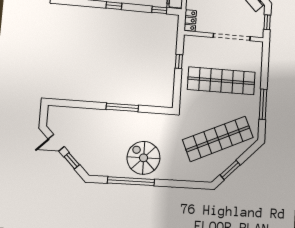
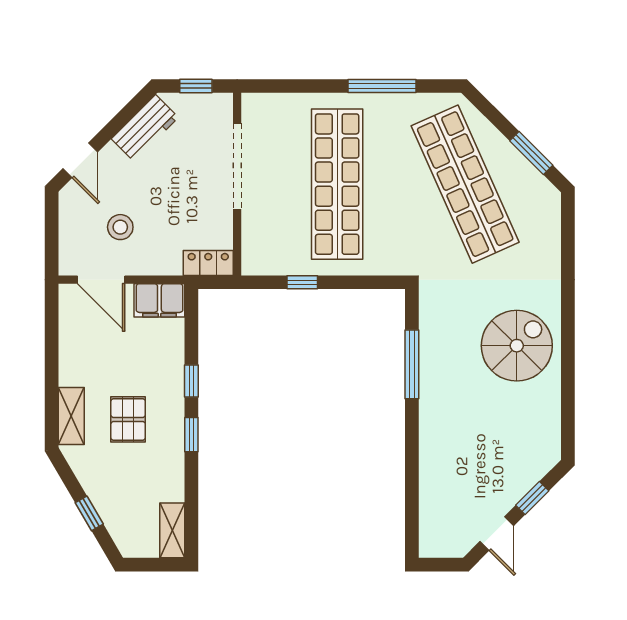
window: (159, 10) -> (191, 381), moved
window: (122, 107) -> (412, 364), moved
spiral stairs: (143, 158) -> (517, 346), turned 180
window: (131, 181) -> (568, 369), removed

